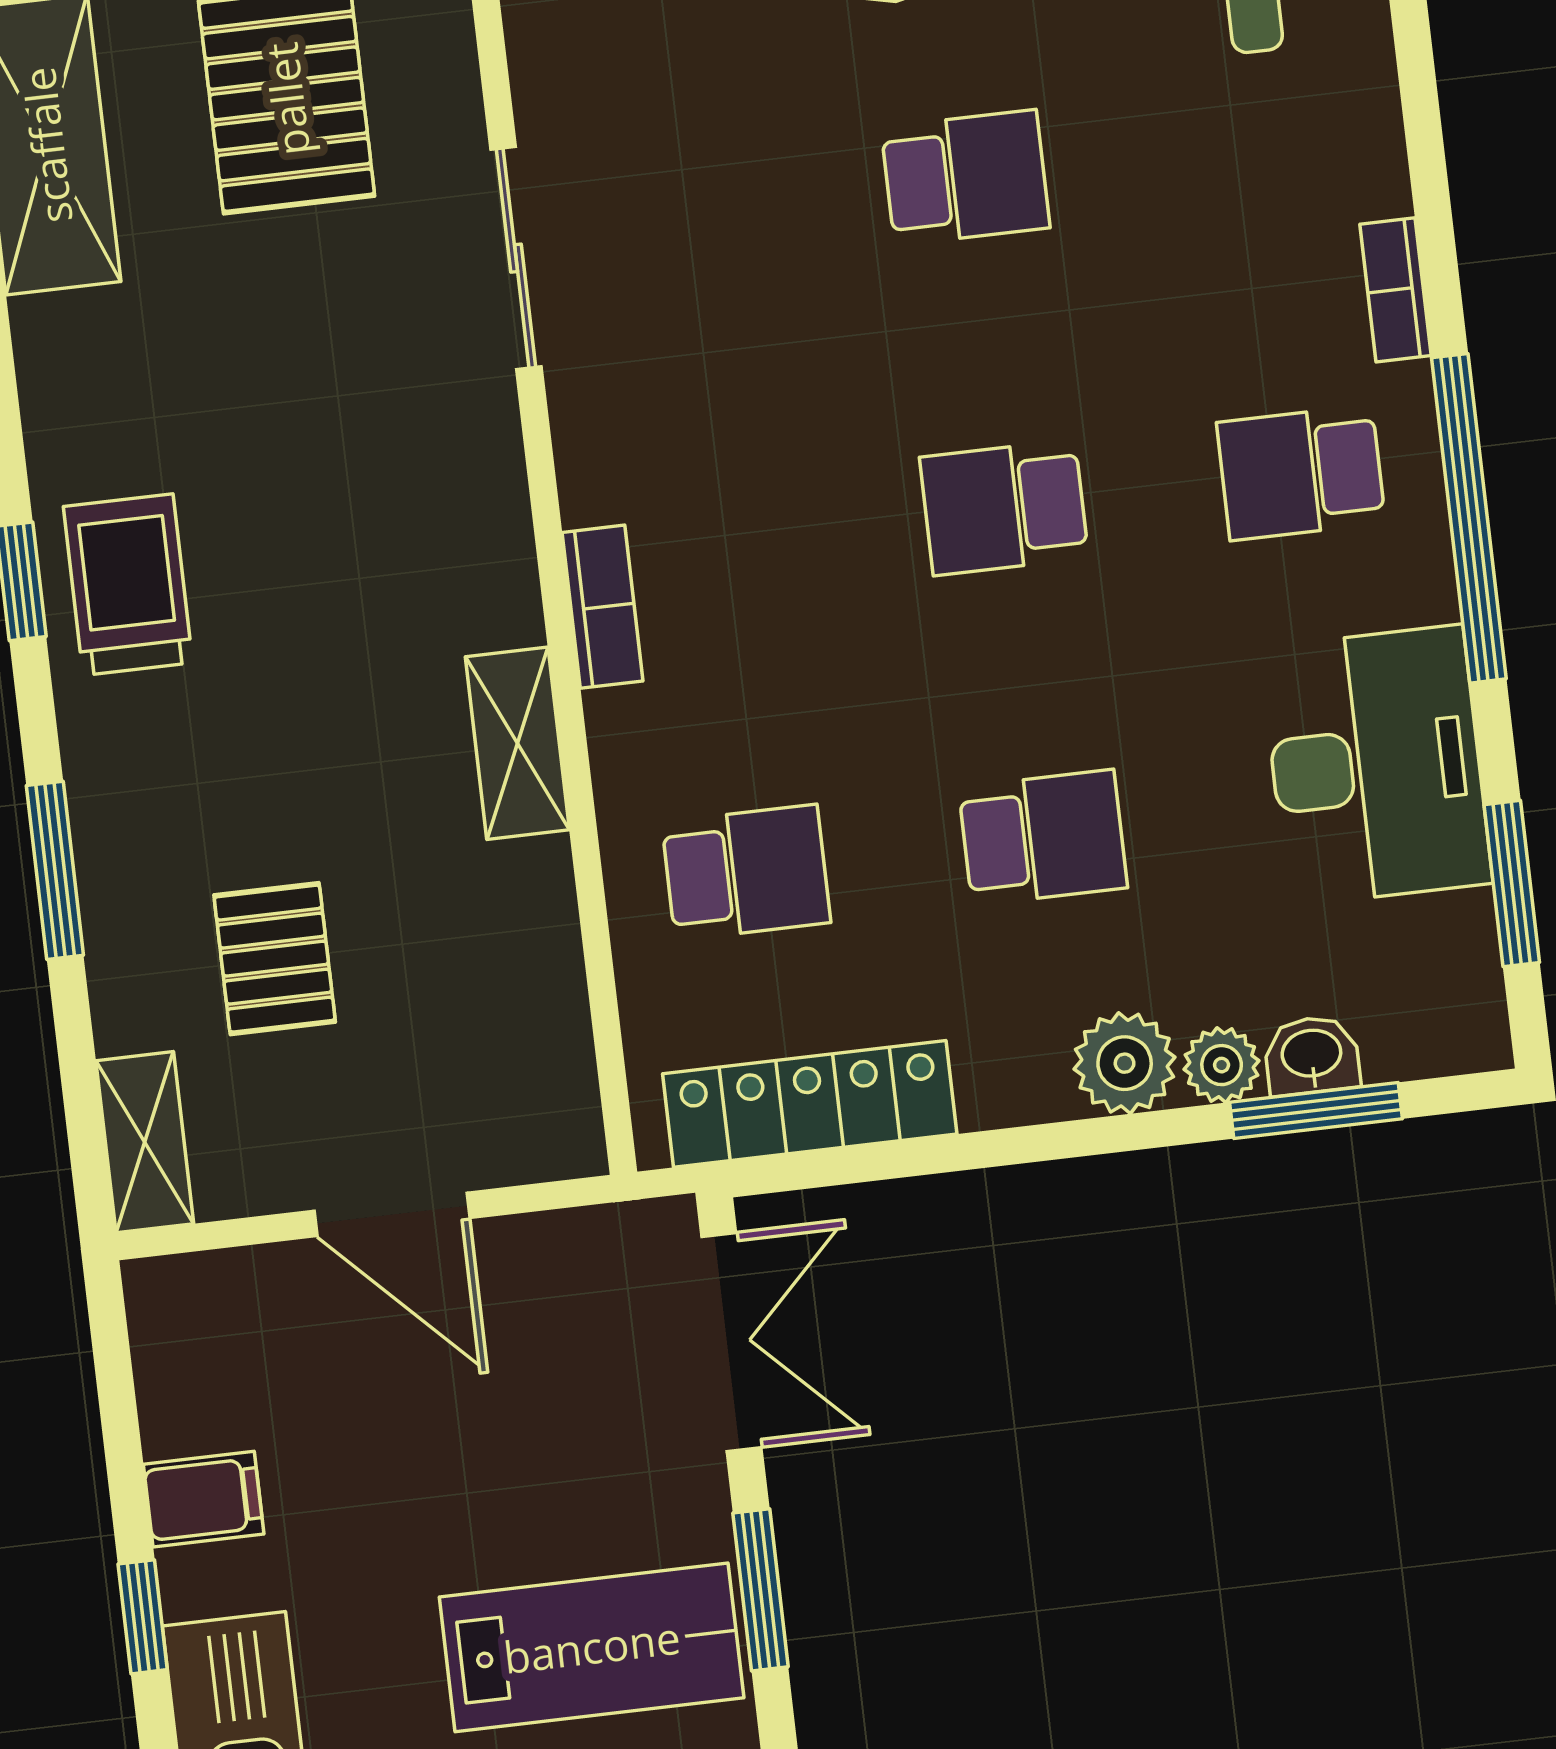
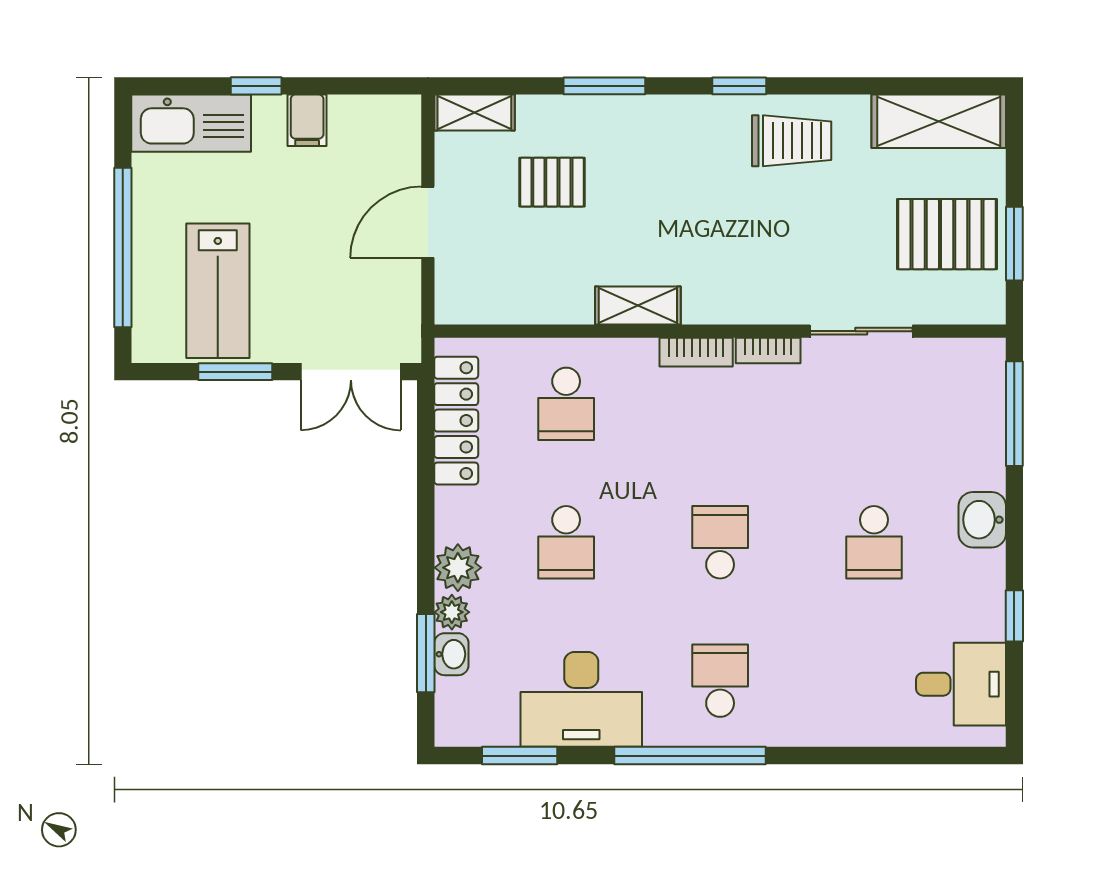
bookcase: (1396, 290) -> (768, 350), moved, turned 180
trolley: (128, 585) -> (792, 141), moved

